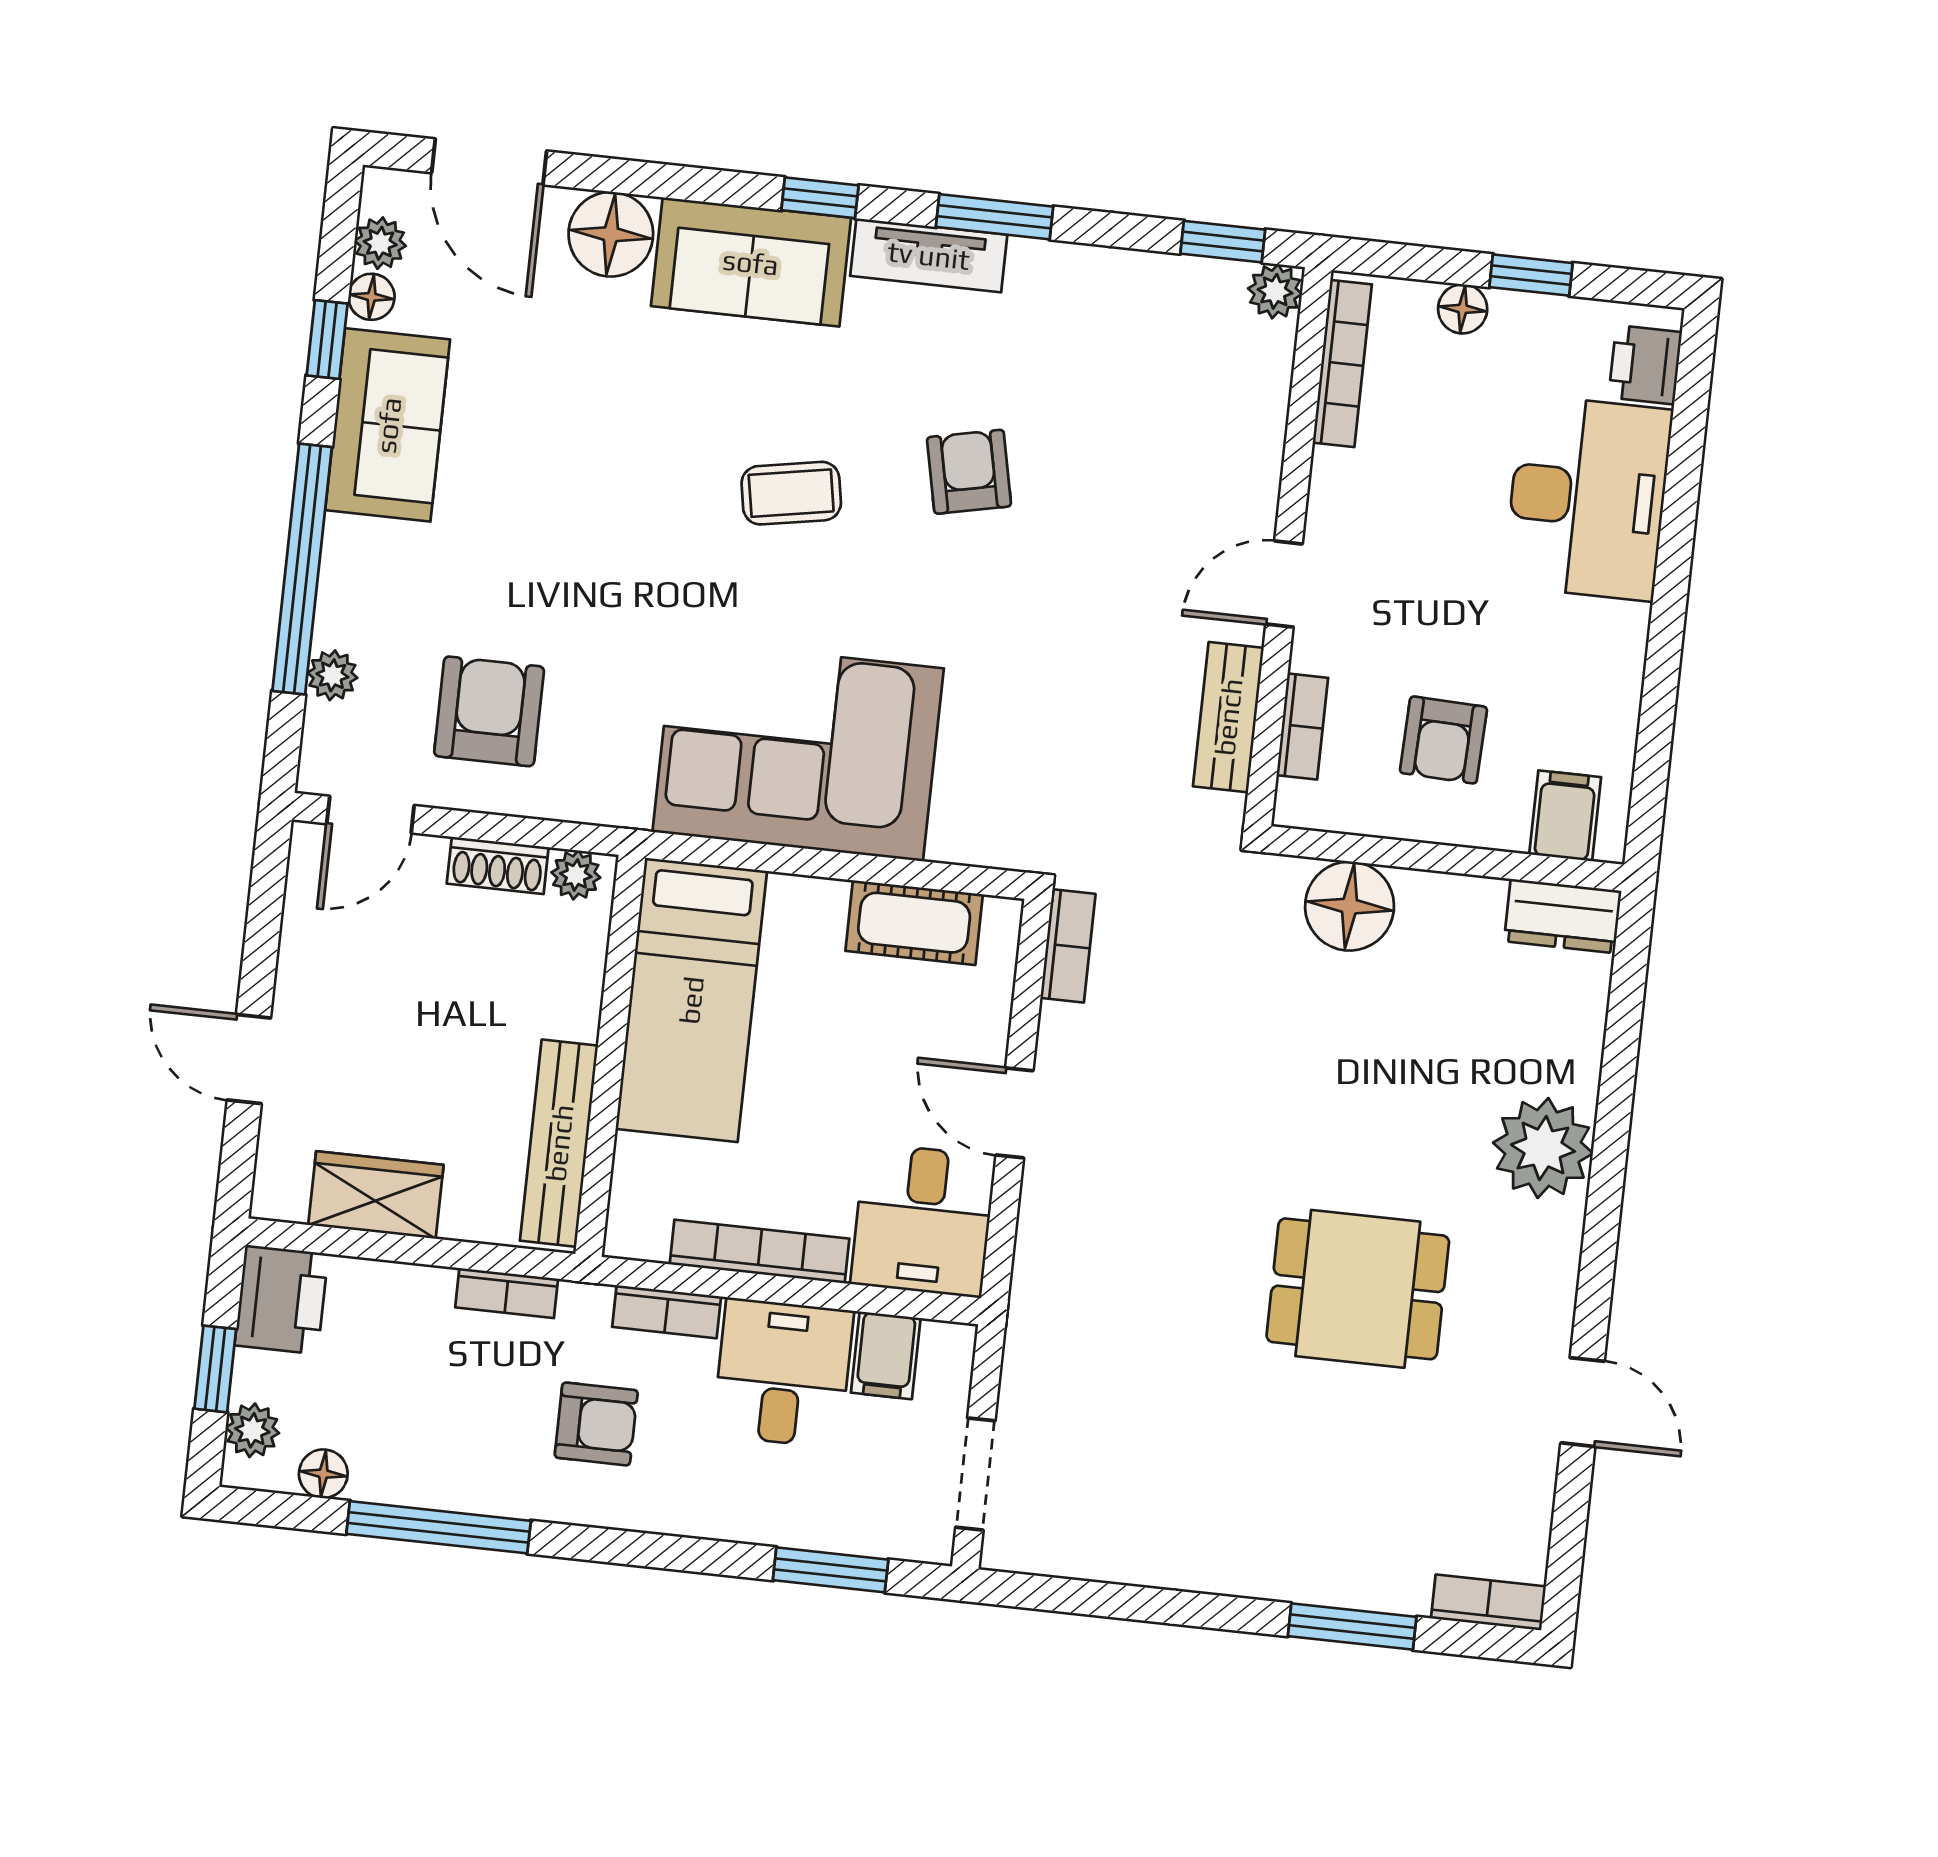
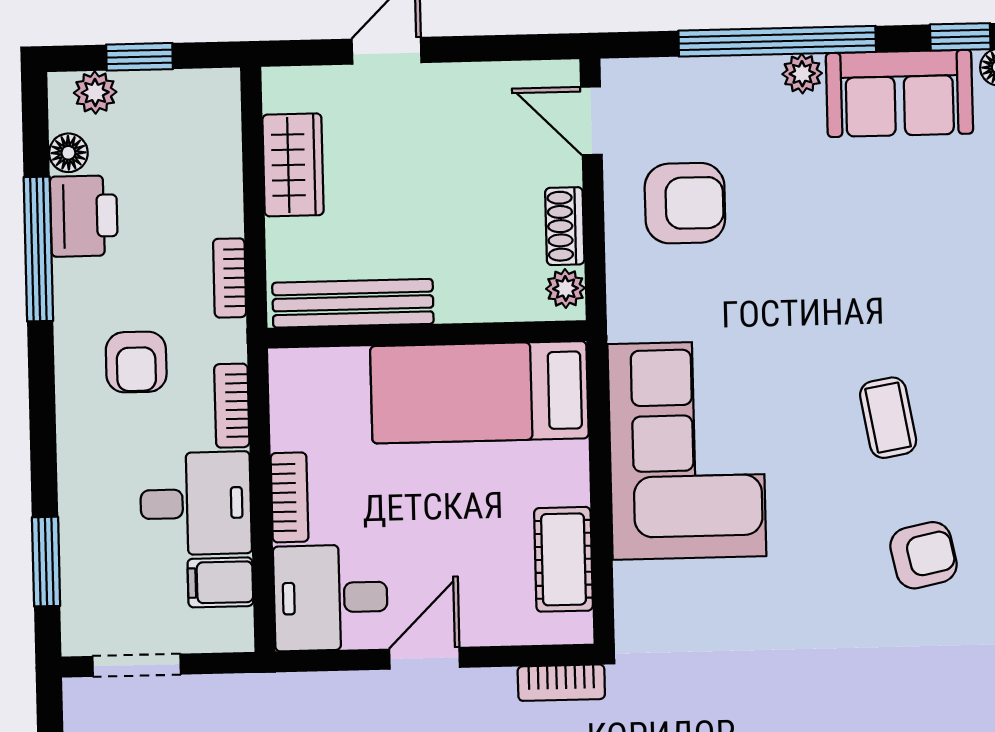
plant: (332, 675) -> (802, 74), moved
bookcase: (760, 1251) -> (289, 497), width x0.64
printer: (281, 1300) -> (84, 216), moved, turned -90

